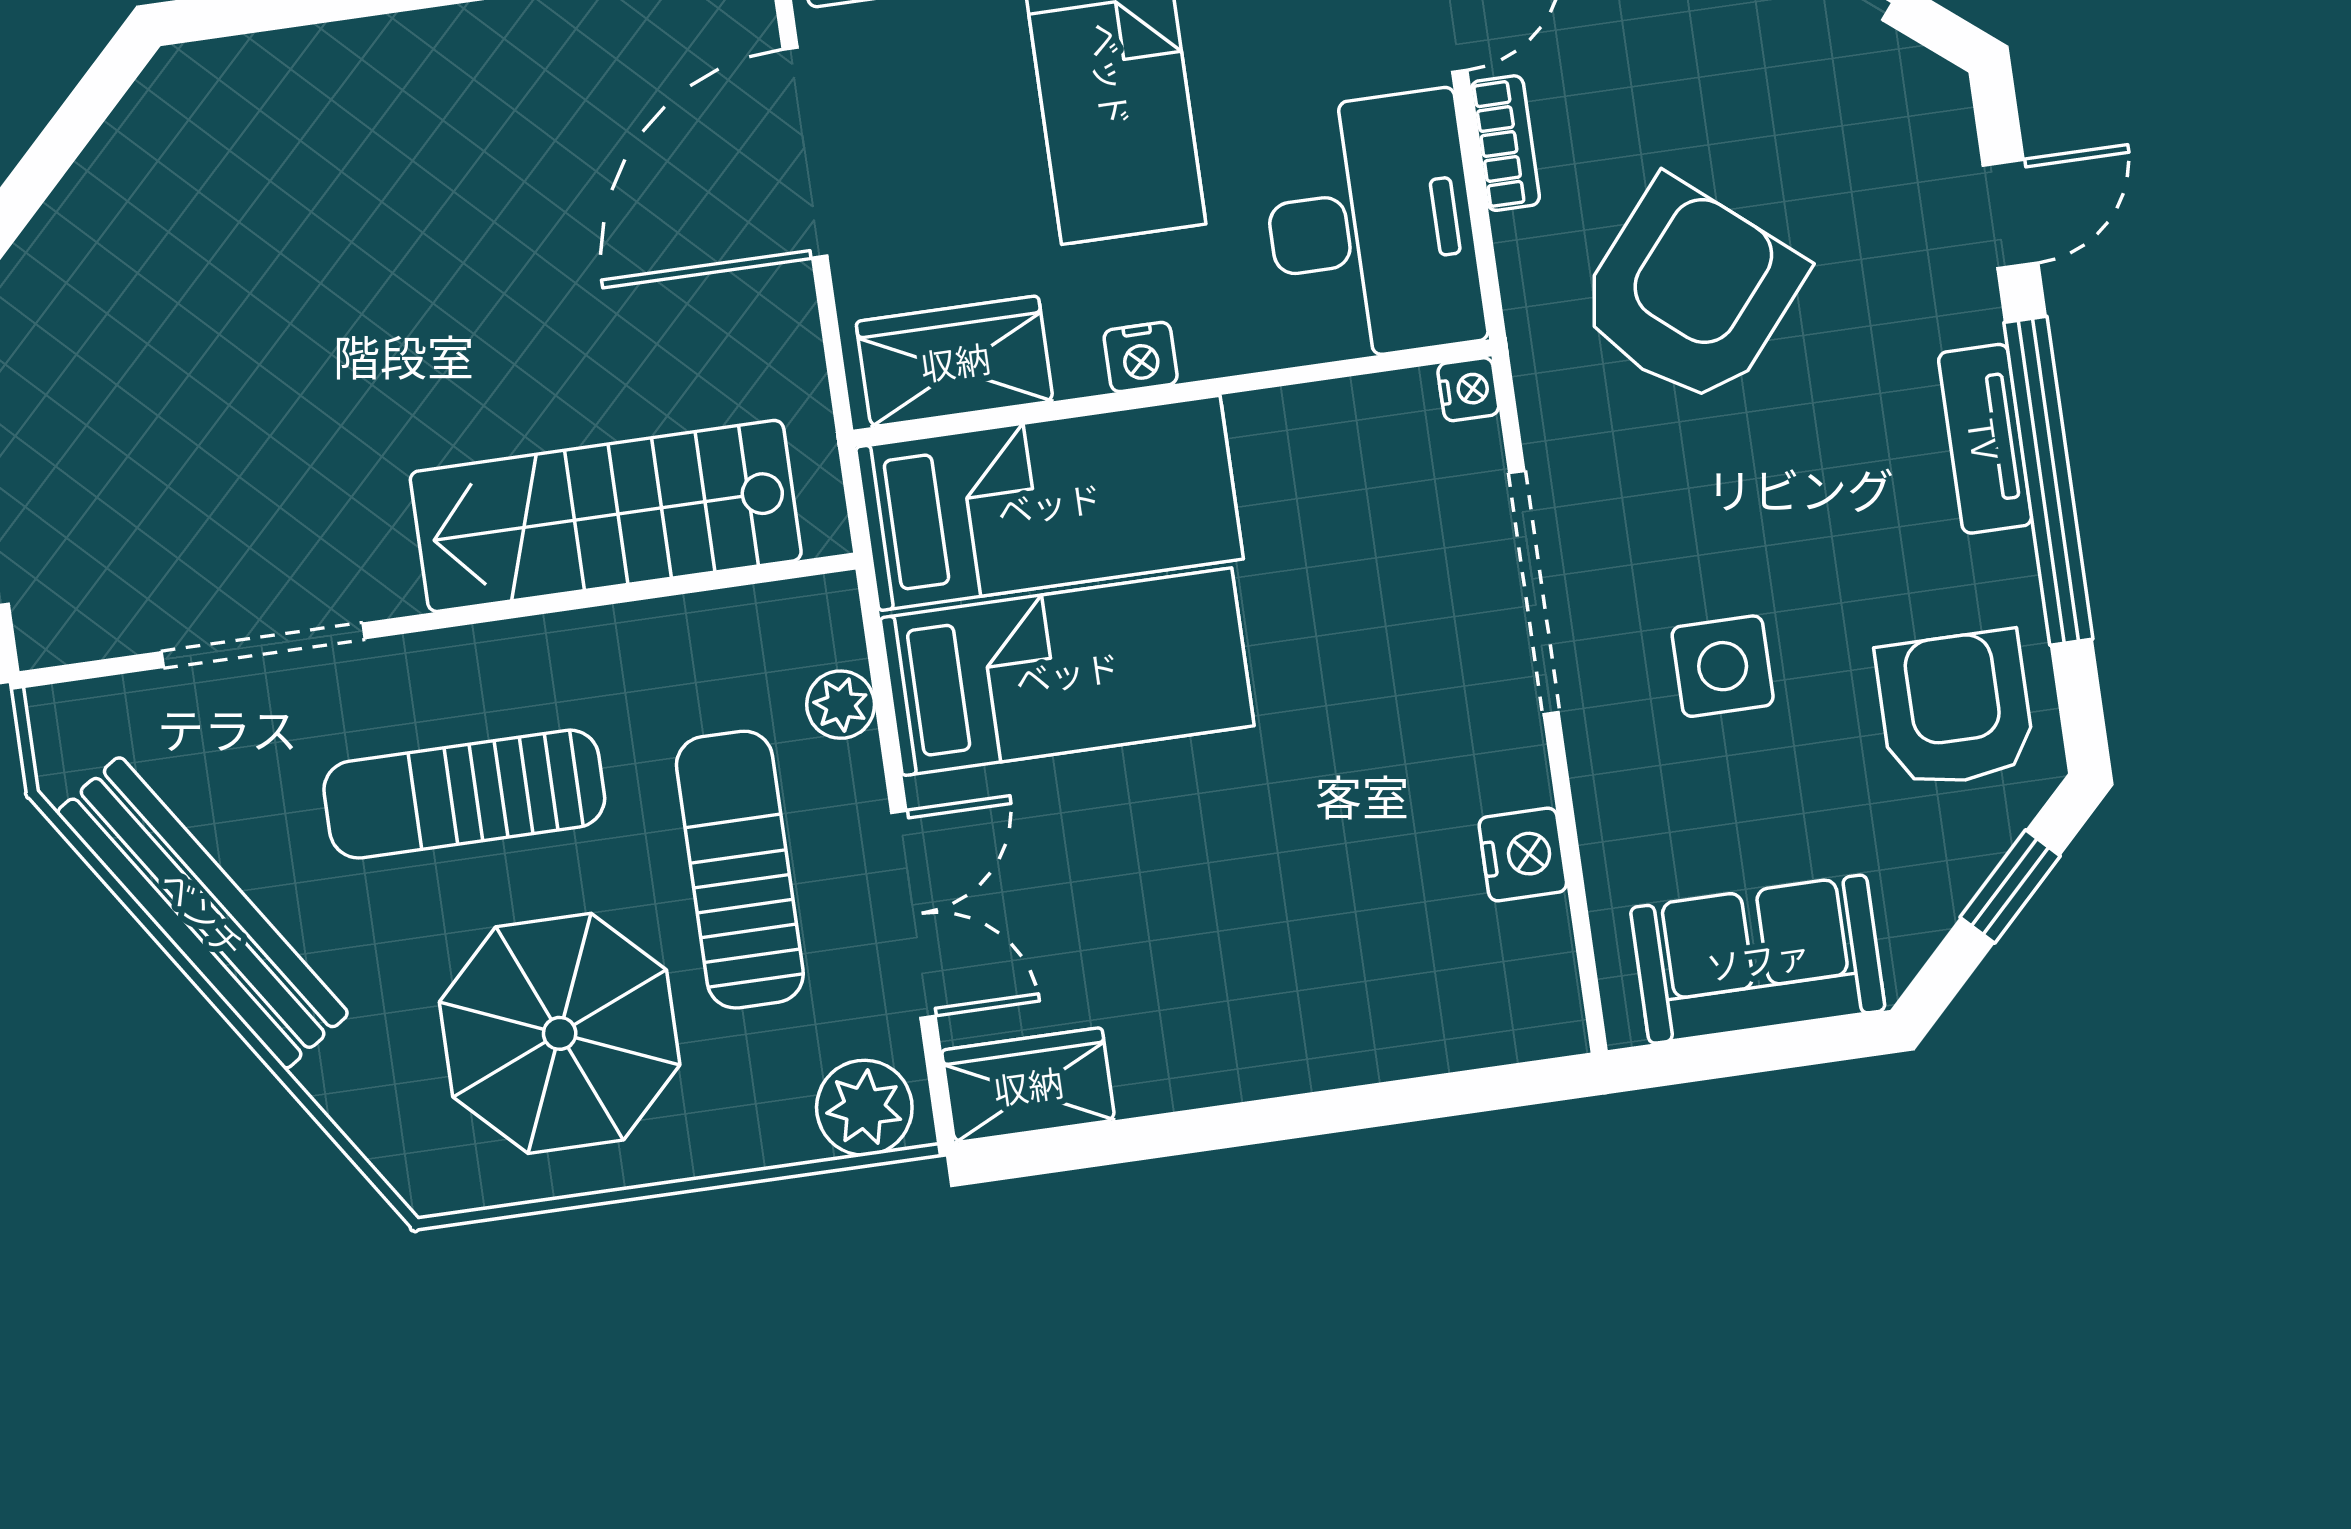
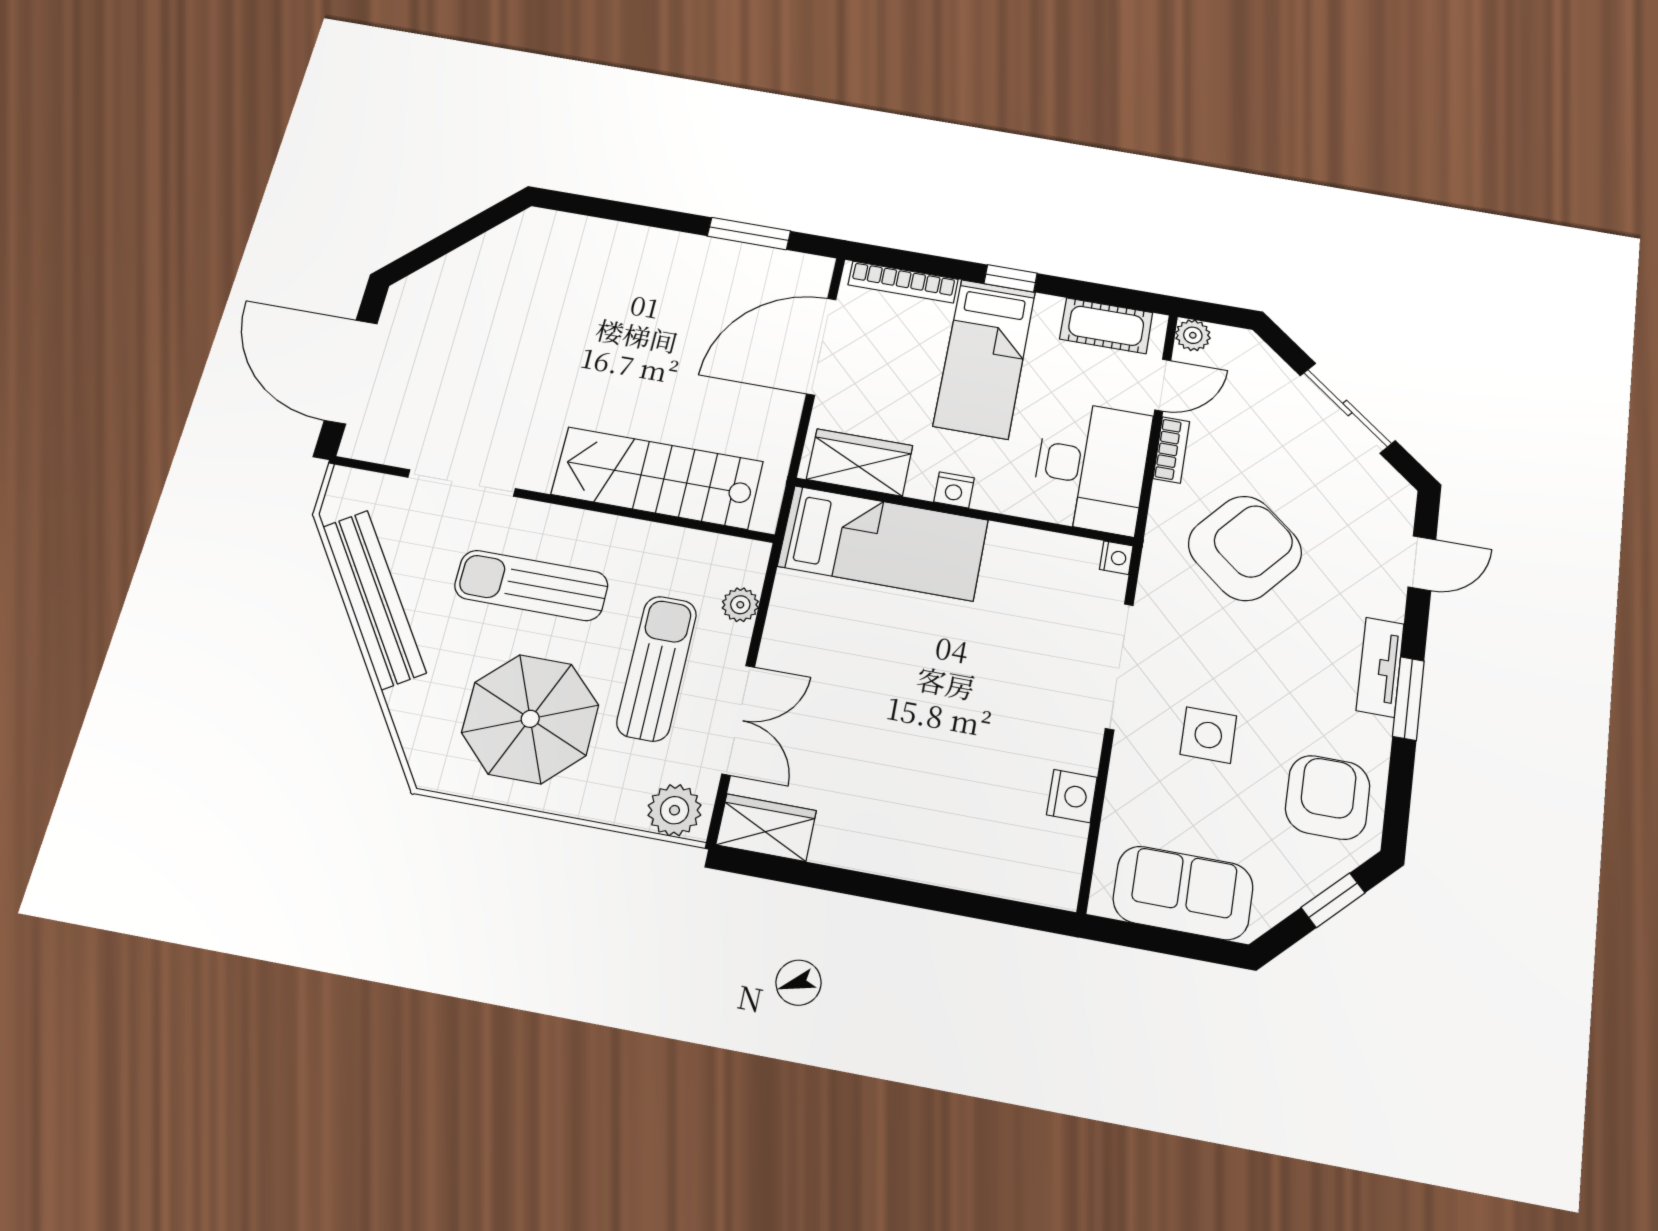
window: (2048, 481) -> (1408, 698), width x0.47
bed: (1067, 672) -> (863, 627), removed

